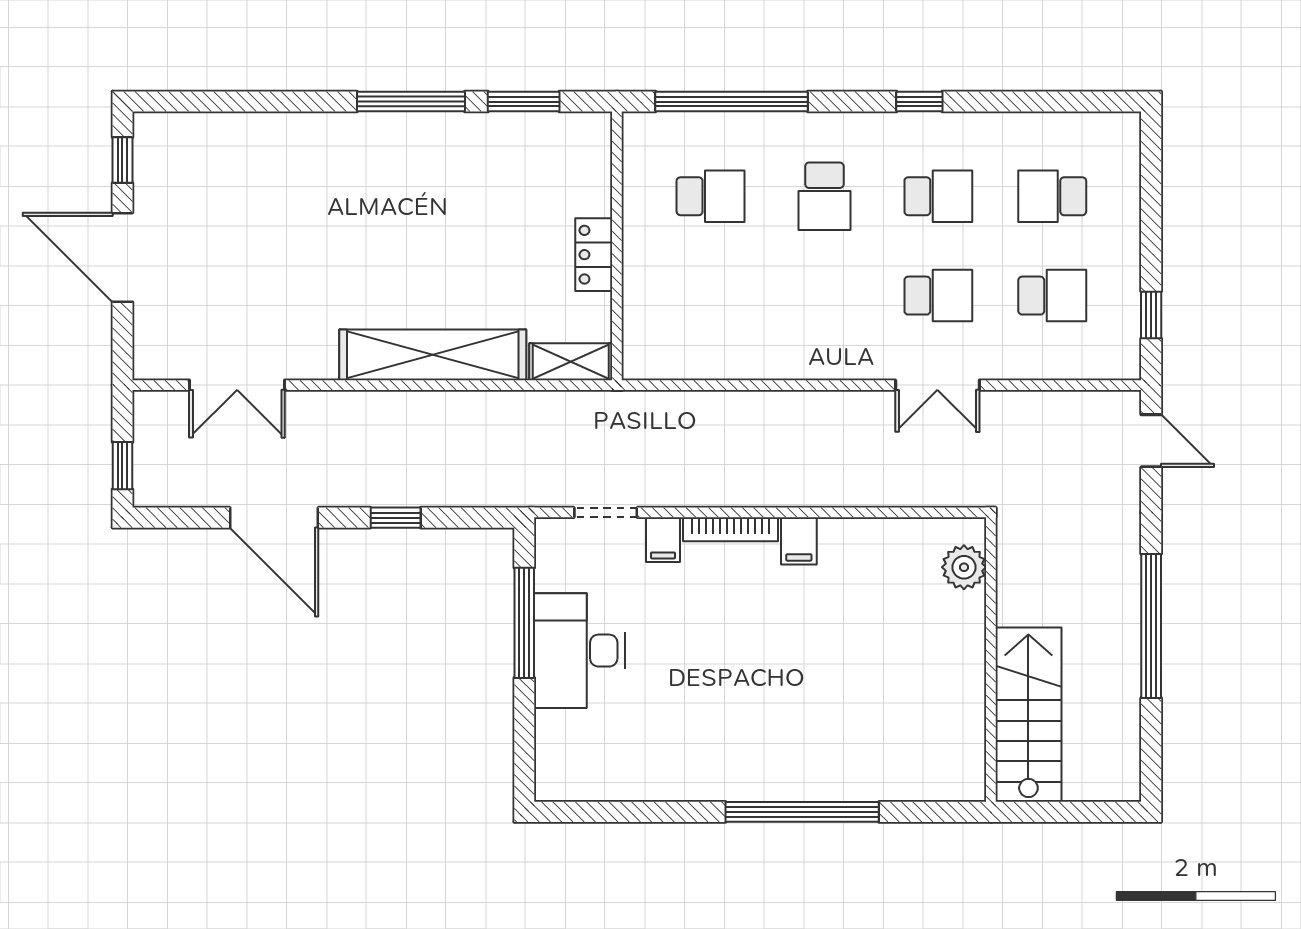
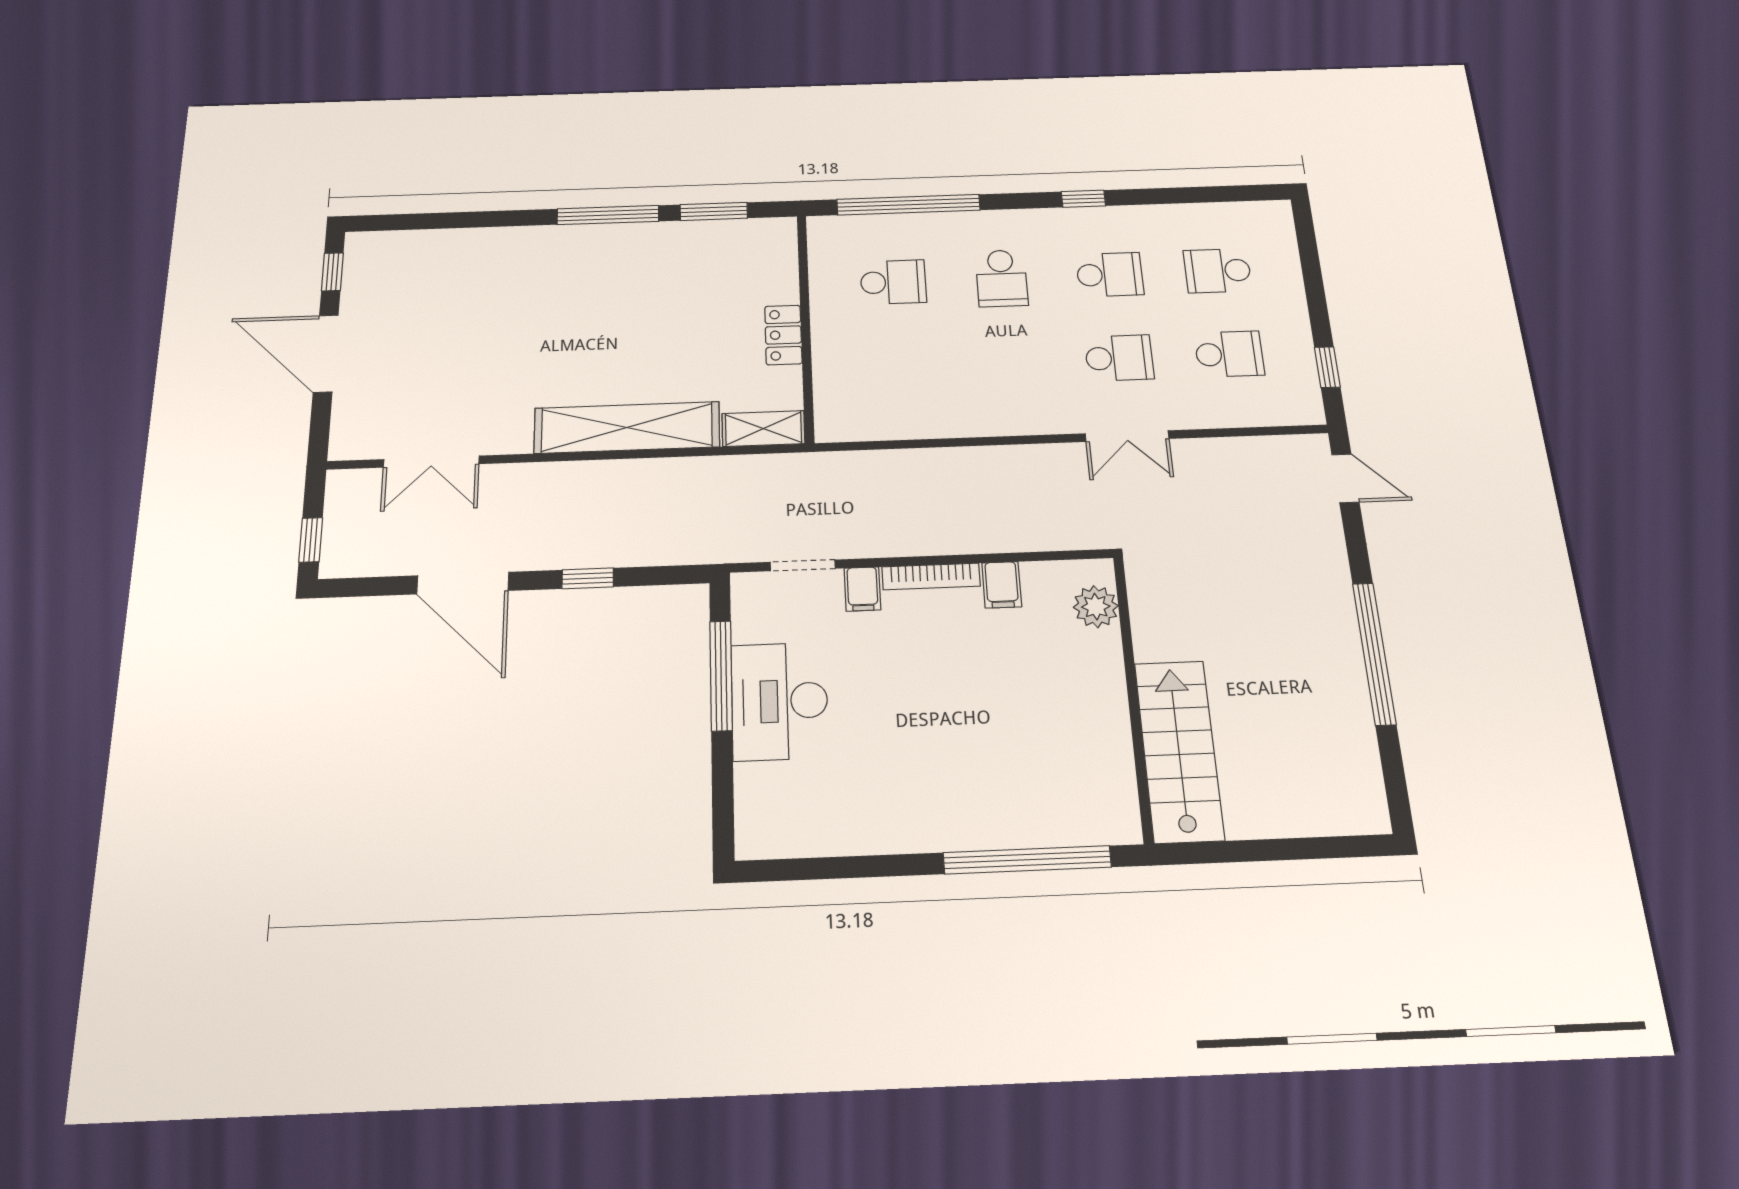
plant: (964, 567) -> (1096, 607), moved
wall: (991, 660) -> (1133, 696), moved
stairs: (1028, 715) -> (1179, 751), moved

